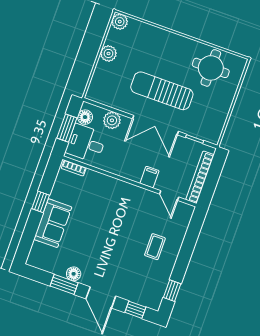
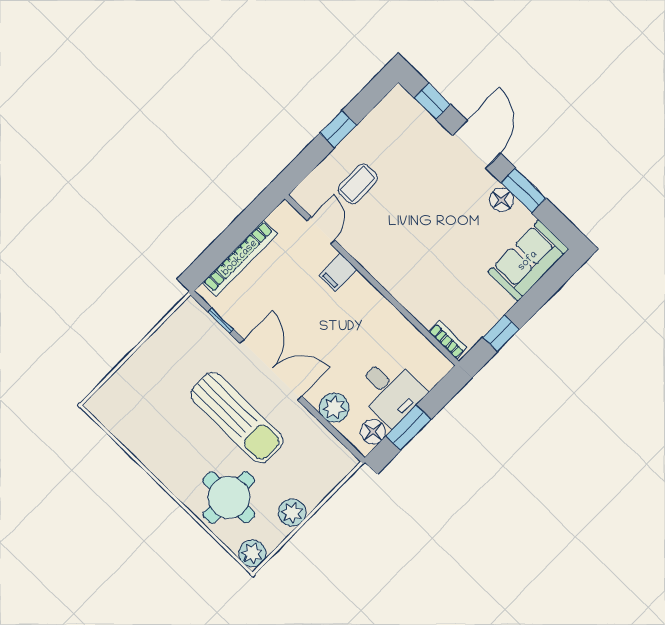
round table: (211, 68) -> (229, 497), moved
bookcase: (74, 168) -> (448, 340), moved
filing cabinet: (149, 177) -> (338, 273), moved
wall: (130, 181) -> (372, 280), moved
door: (169, 195) -> (321, 230), moved
sofa: (53, 223) -> (528, 261), moved
window: (172, 291) -> (338, 129), moved

